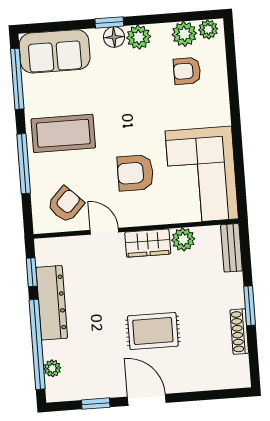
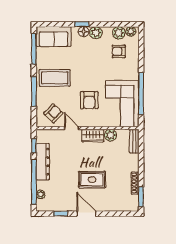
window: (238, 152) -> (141, 94), added
armchair: (135, 173) -> (89, 100), turned -90
window: (250, 306) -> (141, 197), moved

